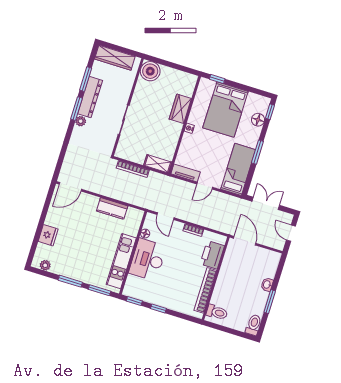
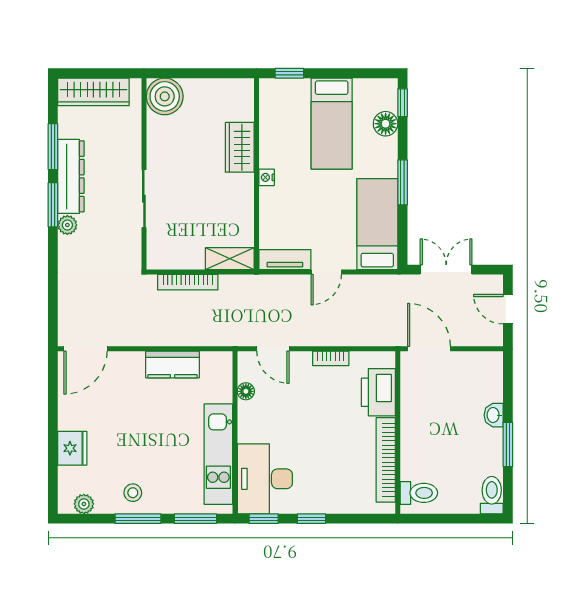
bed: (225, 110) -> (332, 124), width x0.67
desk: (148, 260) -> (265, 479), moved
stool: (72, 267) -> (133, 493), added

